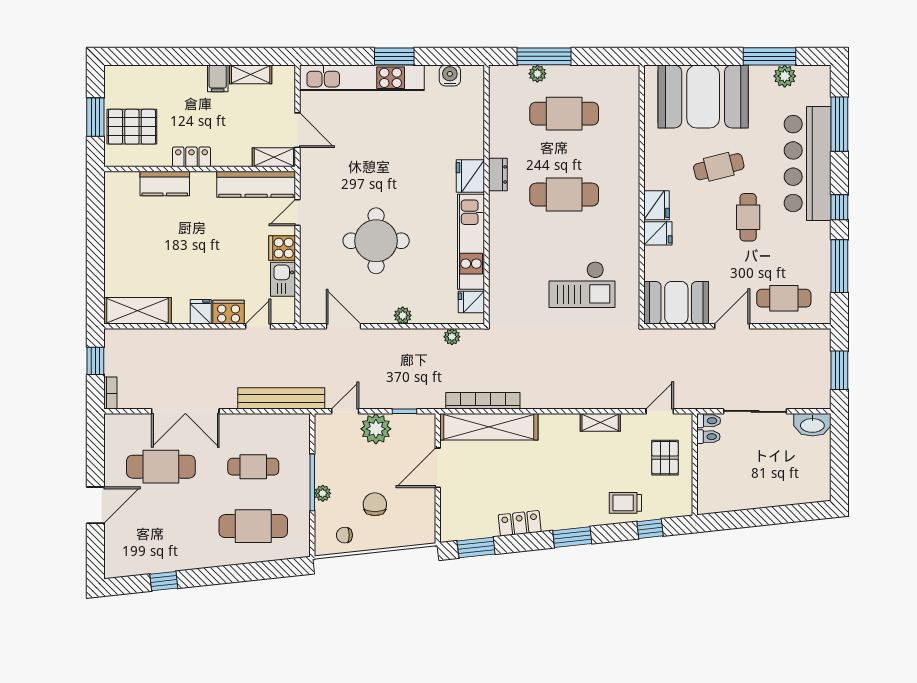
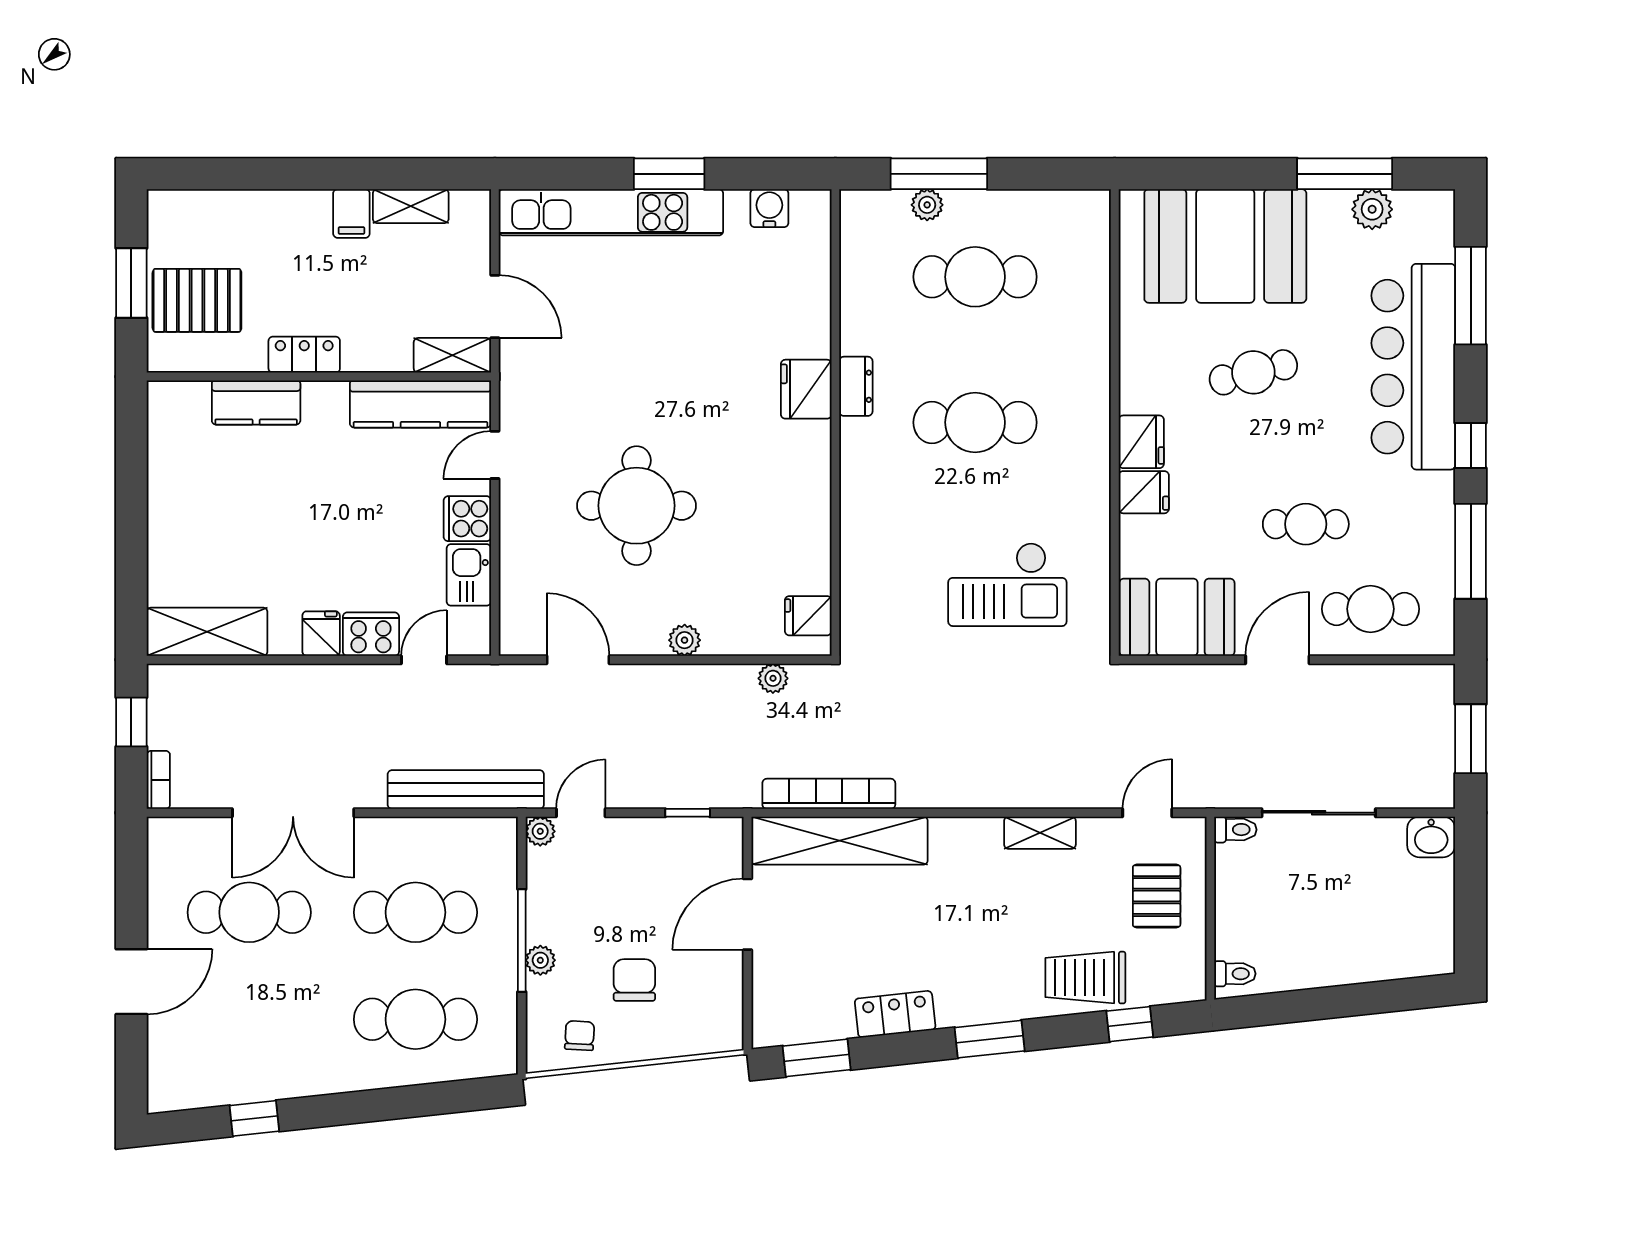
cafe table: (748, 217) -> (1306, 524), moved, turned 90
kitchen unit: (471, 242) -> (807, 507), removed
washbasin: (812, 425) -> (1431, 837), width x0.72
plant: (376, 429) -> (540, 831), moved, width x0.53, depth x0.53
toilet: (708, 437) -> (1235, 974), moved
cafe table: (253, 467) -> (415, 912), width x1.37, depth x1.35
trolley: (625, 503) -> (1085, 978), width x1.36, depth x1.39
chair: (344, 535) -> (580, 1036), turned 93

